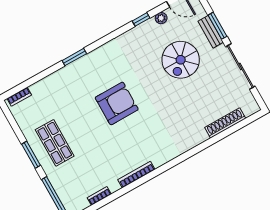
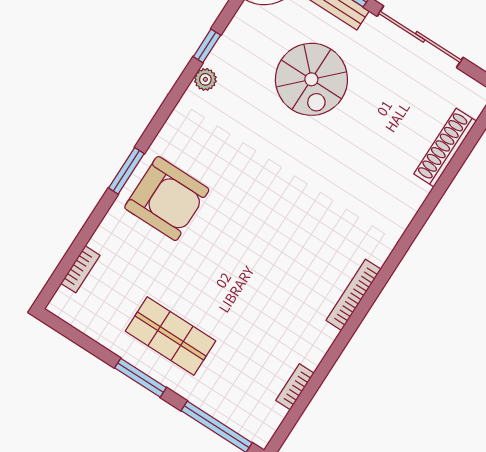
plant: (161, 18) -> (205, 79), moved
bookcase: (19, 97) -> (80, 269), moved
armchair: (117, 103) -> (167, 199), moved, turned 90
bookcase: (136, 175) -> (353, 295), moved

